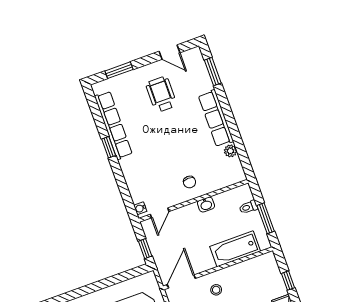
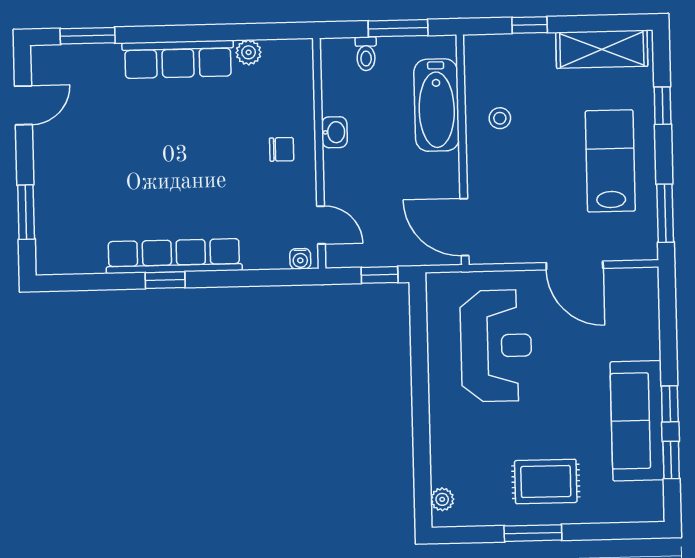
wheelchair: (161, 94) -> (98, 148), removed
row of seats: (113, 125) -> (174, 256), moved
stool: (216, 290) -> (500, 118), moved

